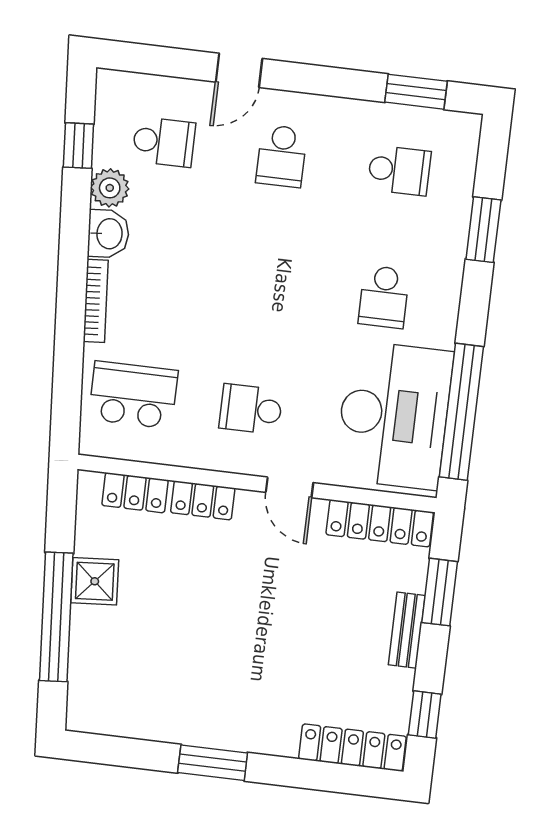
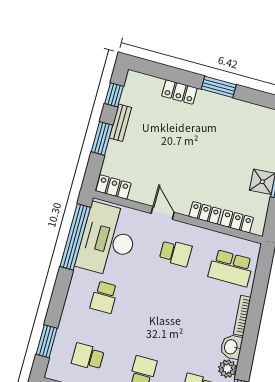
window: (483, 230) -> (47, 341), moved
school desk: (384, 297) -> (104, 297), turned 180
locker: (380, 523) -> (113, 187), width x0.66
window: (440, 592) -> (102, 138), moved
bench: (407, 630) -> (120, 123), moved
locker: (352, 748) -> (179, 92), moved, width x0.66

